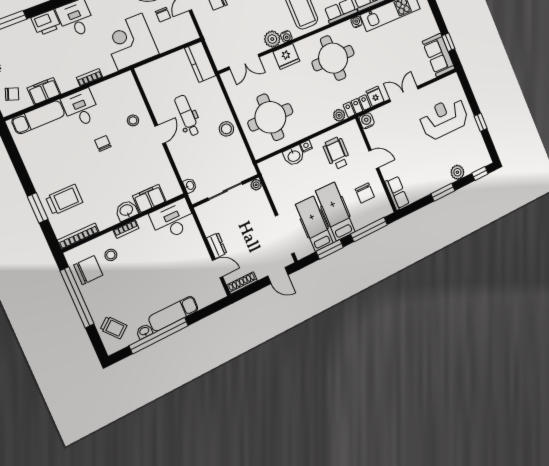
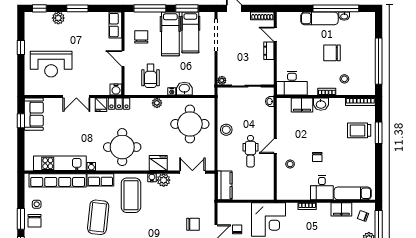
plant: (339, 115) -> (157, 103), moved
chair: (88, 270) -> (332, 53), moved
trolley: (114, 328) -> (363, 29), removed

